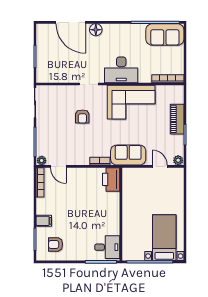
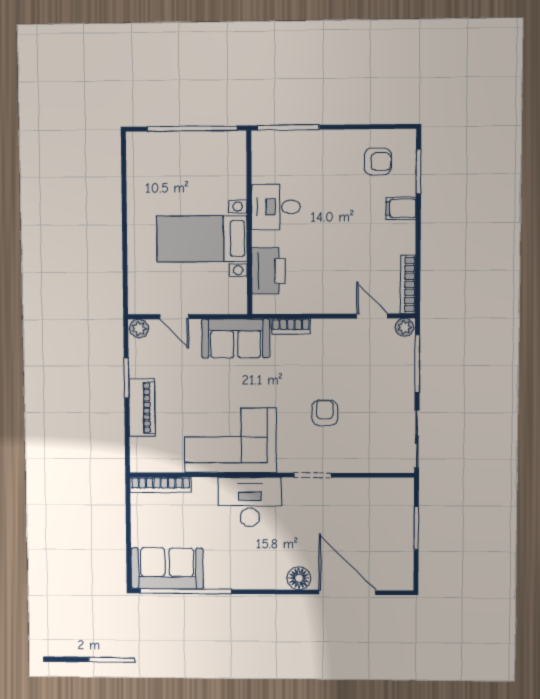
printer: (111, 179) -> (268, 271), moved
bed with nightstands: (164, 238) -> (202, 239), moved, turned 90
desk: (107, 247) -> (276, 207), moved

